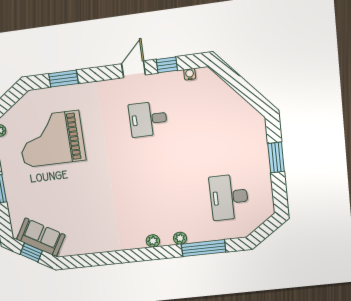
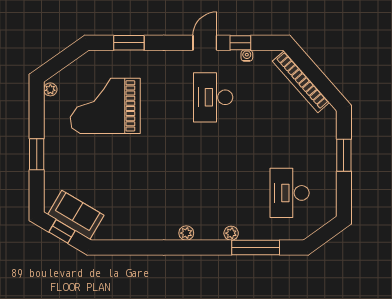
water cooler: (190, 74) -> (247, 56), moved
bookcase: (228, 94) -> (301, 82), added
desk: (148, 119) -> (213, 97), width x1.37
plant: (153, 241) -> (186, 233), moved

